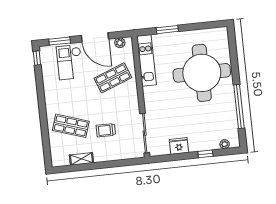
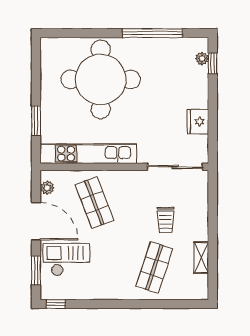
door: (95, 37) -> (36, 221), hinge flipped
kitchen unit: (147, 60) -> (88, 154), width x1.36
checkout: (70, 62) -> (66, 260), turned 180
window: (205, 154) -> (213, 63), moved

